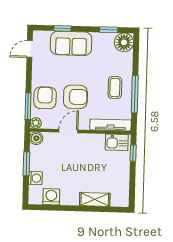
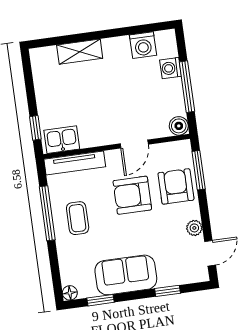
floor lamp: (124, 42) -> (70, 293), width x0.53, depth x0.53
sofa: (71, 43) -> (126, 275), moved
armchair: (45, 98) -> (176, 186), turned 180
plant: (36, 123) -> (194, 228), moved
window: (26, 164) -> (187, 87), width x1.44

